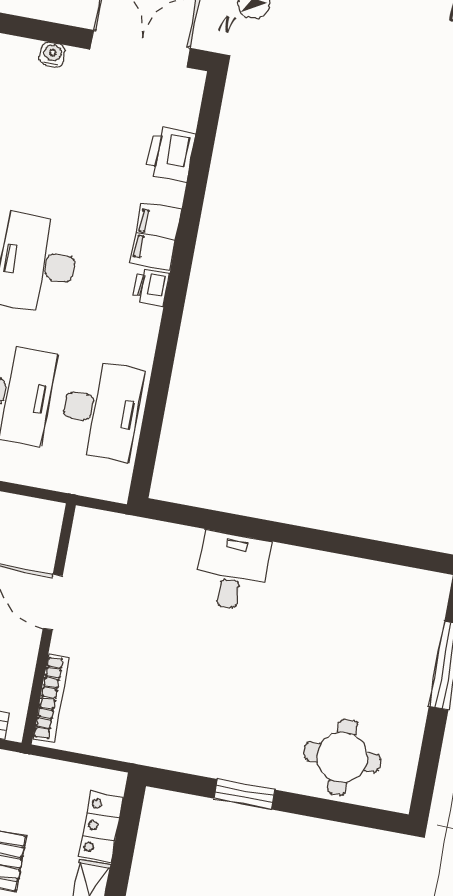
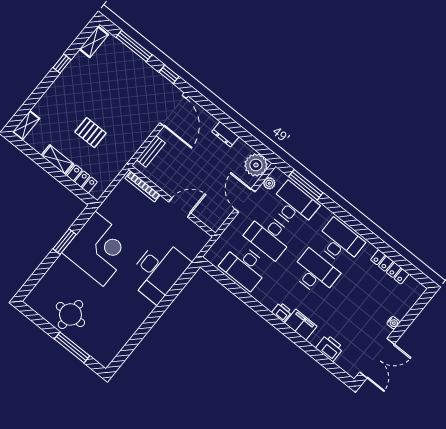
desk: (232, 571) -> (158, 271), width x1.87, depth x1.30
corner desk: (221, 718) -> (99, 249), added
round table: (342, 757) -> (70, 314), moved

